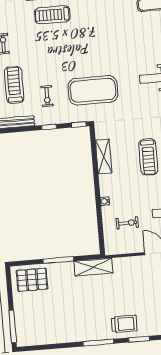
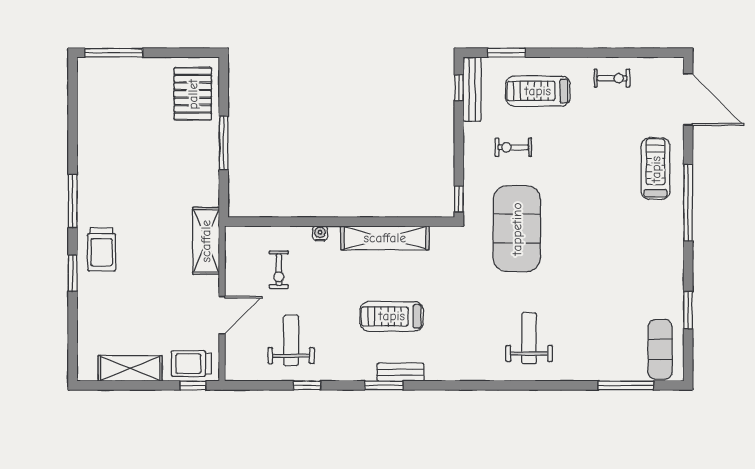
treadmill: (14, 85) -> (538, 91), turned 180
window: (49, 127) -> (459, 88), moved
shelving: (104, 157) -> (385, 238), width x1.47
shelving: (93, 267) -> (206, 241), moved

